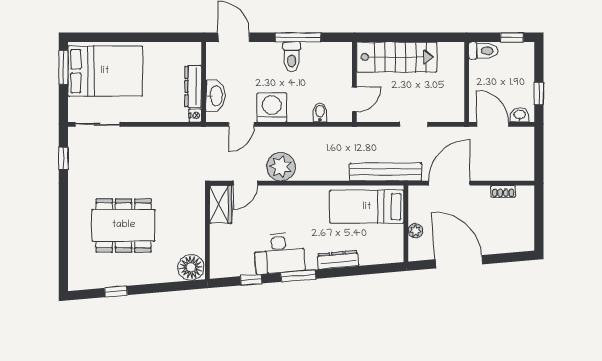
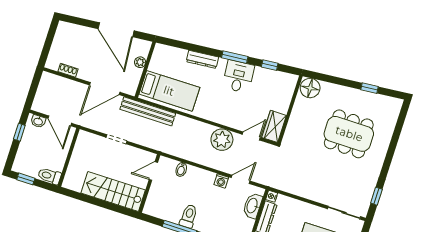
washing machine: (272, 107) -> (221, 181), width x0.53, depth x0.53
desk: (279, 253) -> (238, 76), width x0.73

